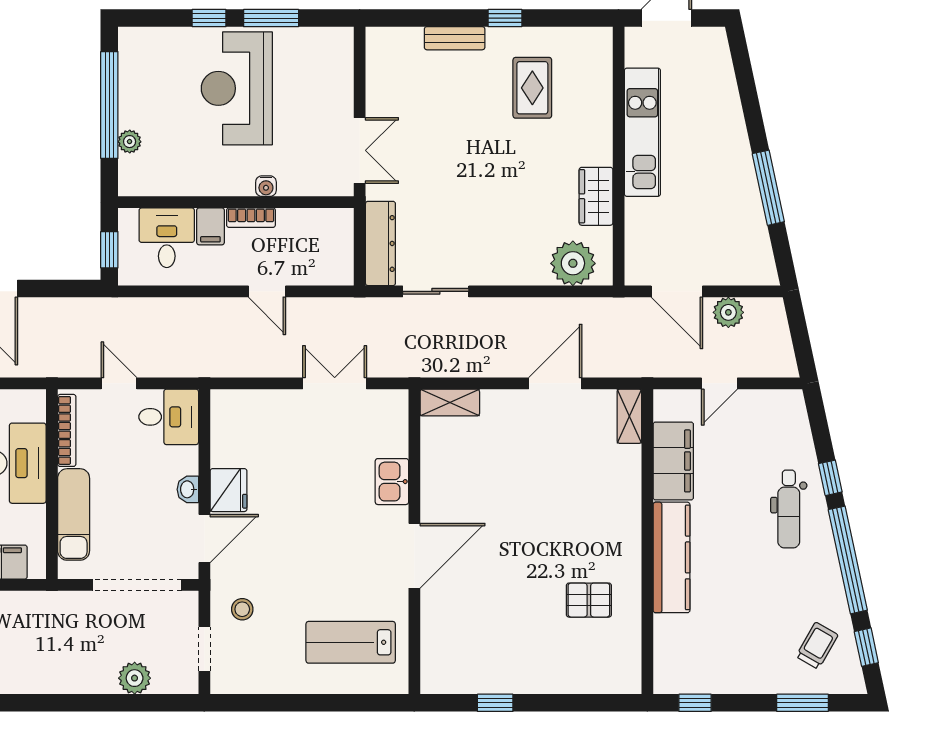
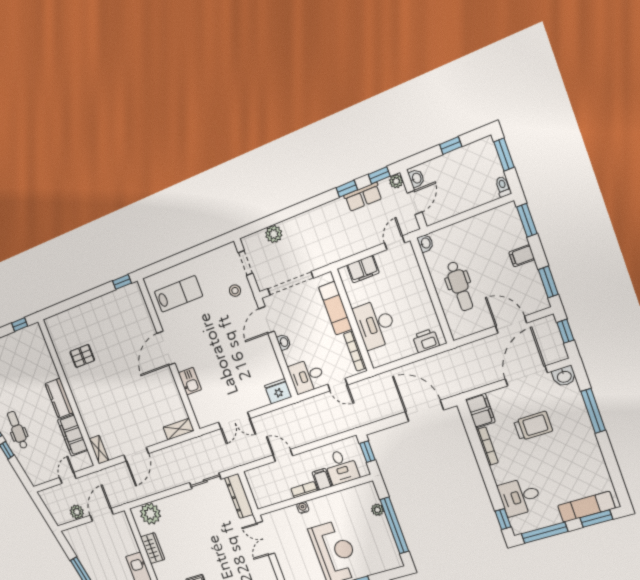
door: (677, 291) -> (102, 515), hinge flipped
fridge: (228, 490) -> (278, 391), moved, turned 90
kitchen counter: (672, 557) -> (59, 398), width x0.67
window: (495, 703) -> (122, 282), moved

